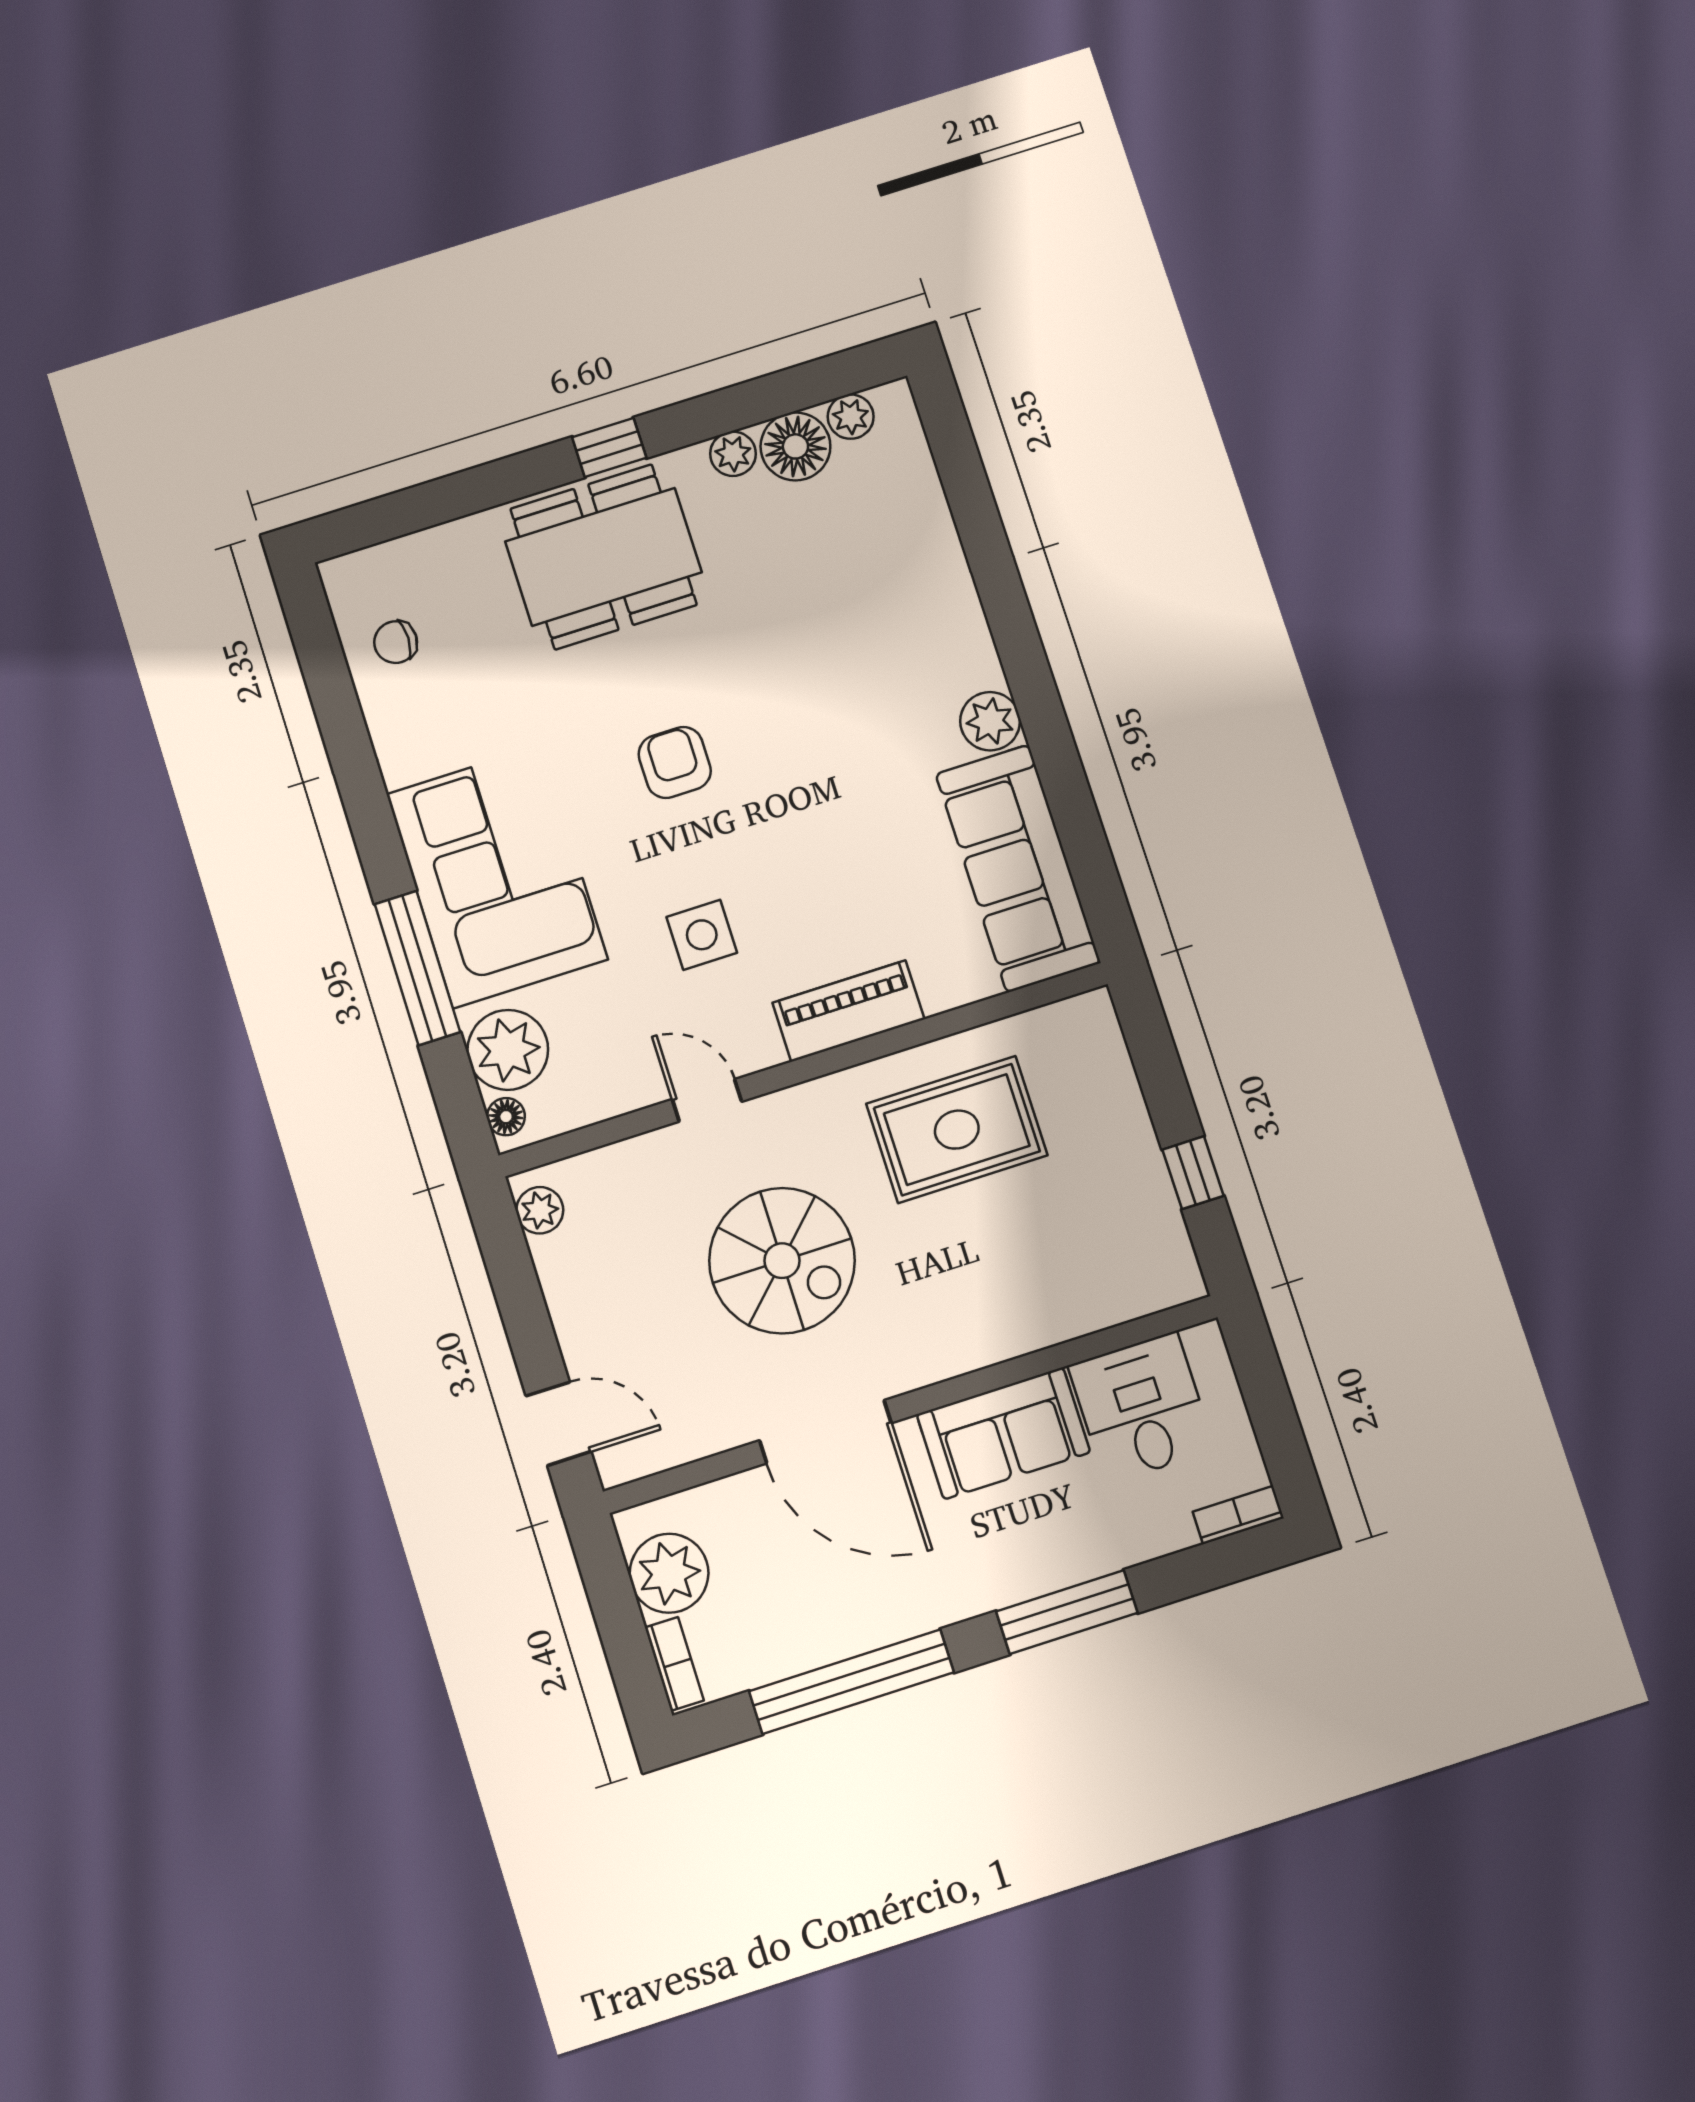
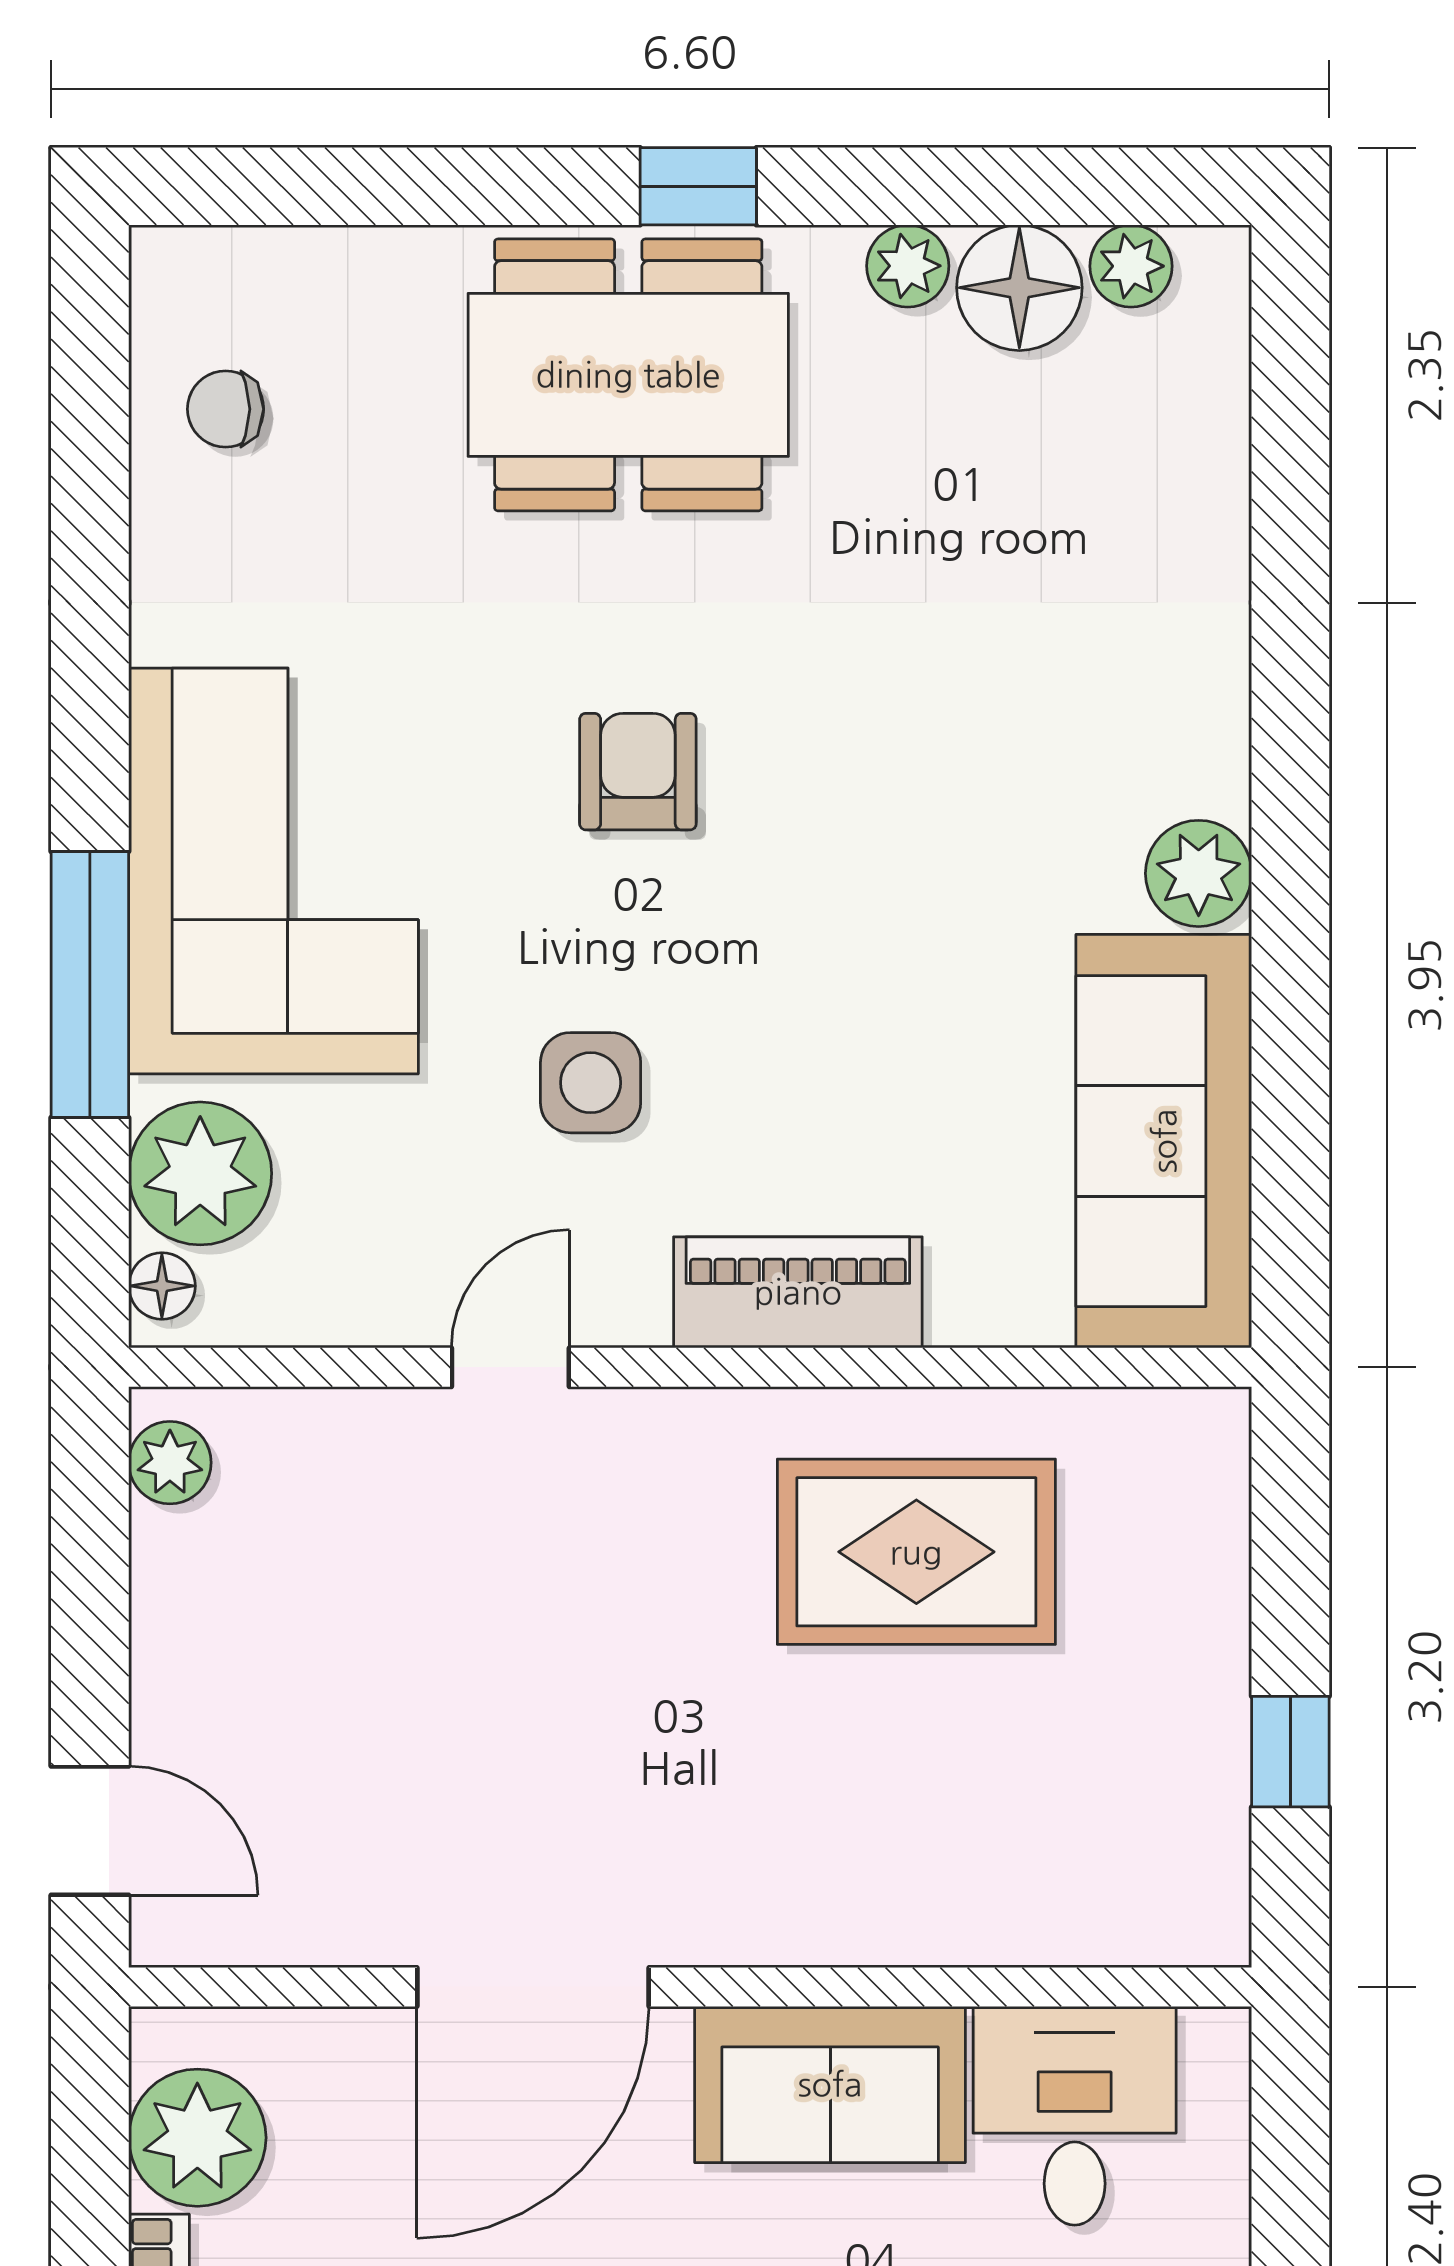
door: (707, 1100) -> (510, 1367), hinge flipped
spiral stairs: (782, 1261) -> (551, 1678), removed
door: (825, 1432) -> (533, 1987), hinge flipped

